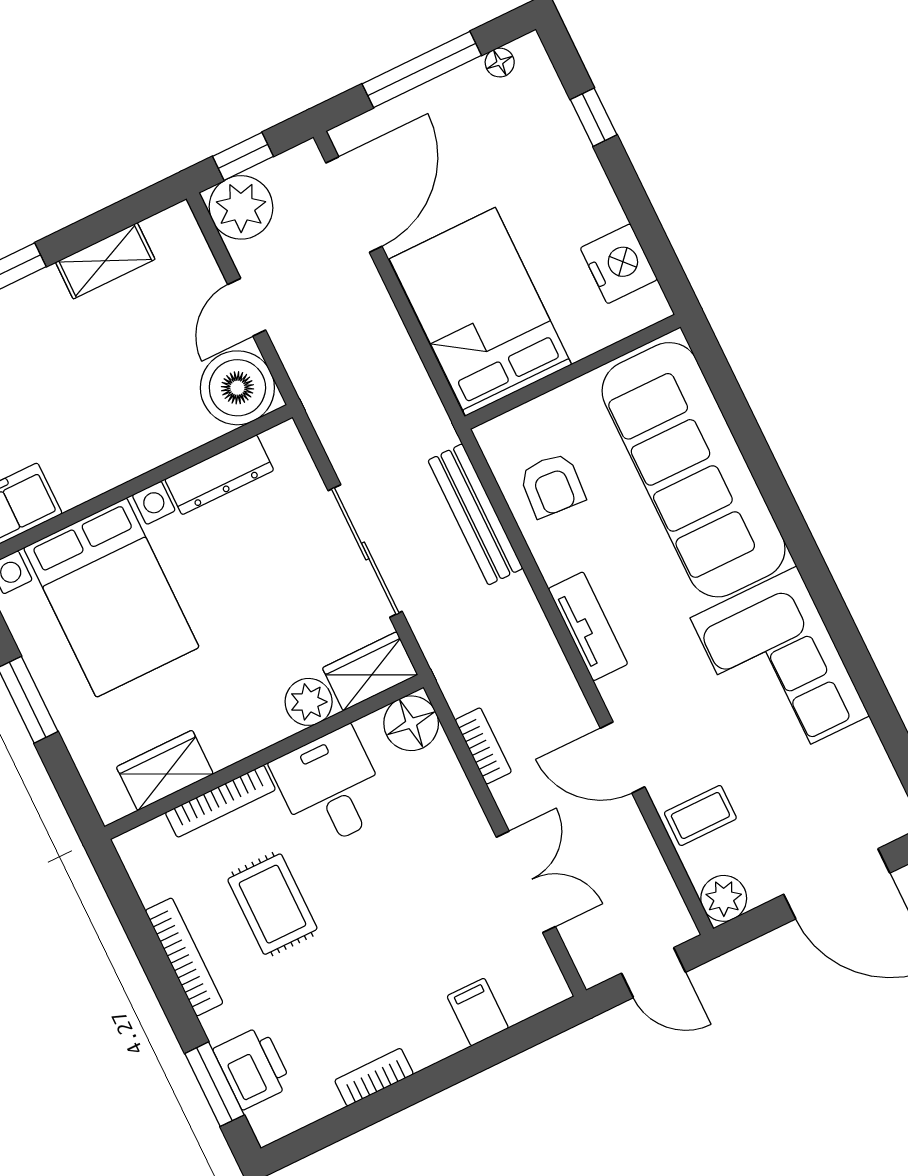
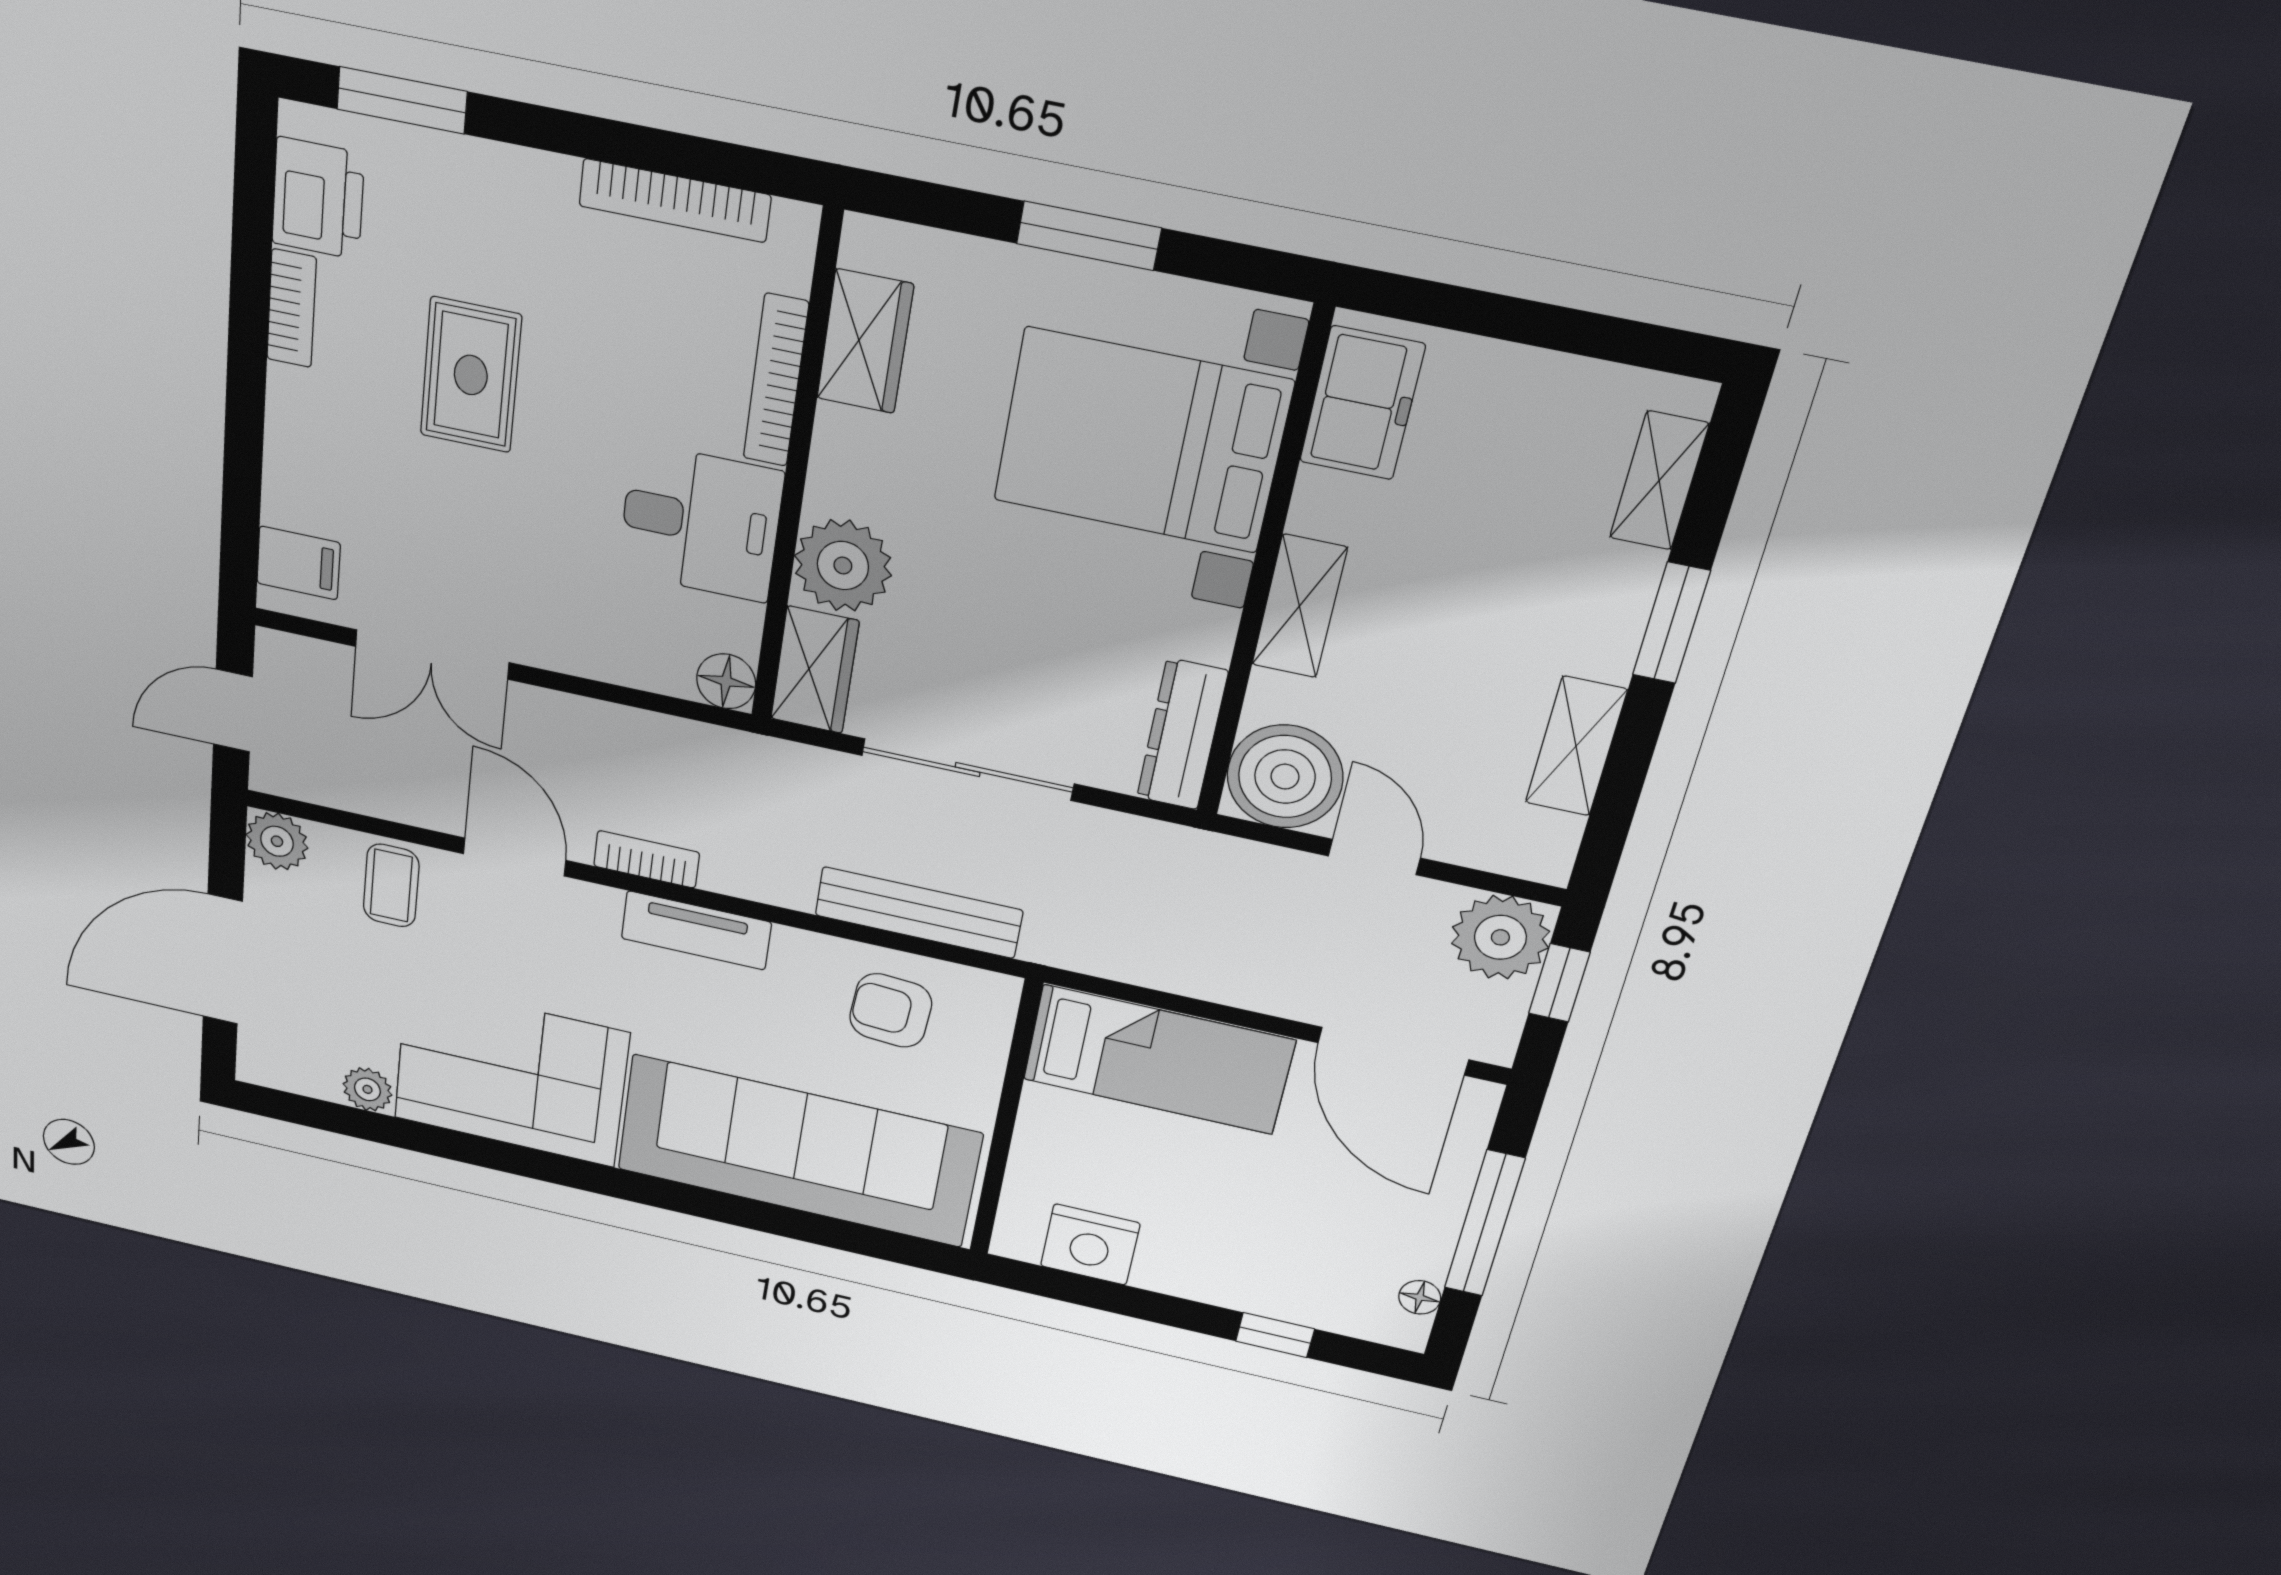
bed: (481, 312) -> (1158, 1060), width x0.67
shelving: (138, 454) -> (1299, 606), added
dresser: (219, 475) -> (1182, 734), moved
plant: (309, 702) -> (843, 566), width x1.36, depth x1.36
floor lamp: (411, 723) -> (726, 681), width x0.73, depth x0.73
plant: (862, 744) -> (367, 1089), added
bookcase: (483, 746) -> (647, 859), moved, turned 180
door: (622, 758) -> (515, 857), hinge flipped
rug: (272, 904) -> (471, 375), moved, turned 90
bookcase: (184, 957) -> (675, 201), moved
filing cabinet: (478, 1012) -> (299, 563), moved
printer: (253, 1067) -> (318, 198), moved, turned -90

